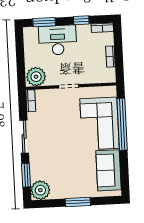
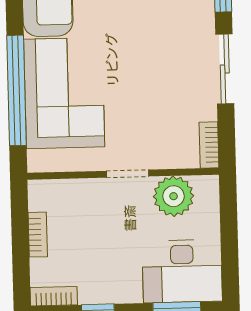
desk: (58, 40) -> (182, 271), moved
plant: (36, 77) -> (174, 196), moved

